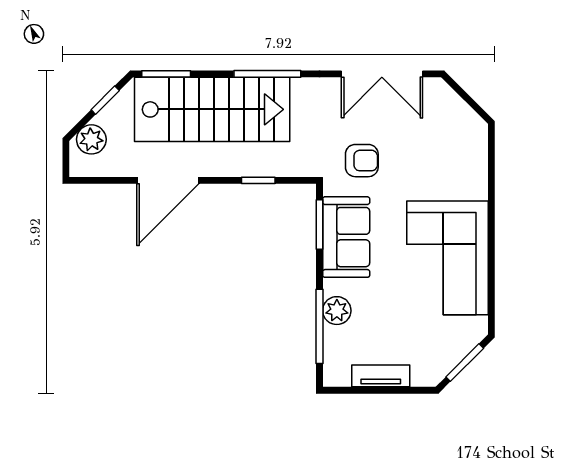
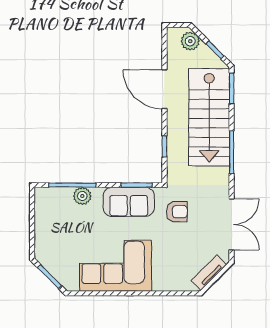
double door: (382, 74) -> (232, 224), swing flipped
armchair: (362, 161) -> (177, 212), turned -90
tv unit: (381, 376) -> (209, 273), moved, turned -135

